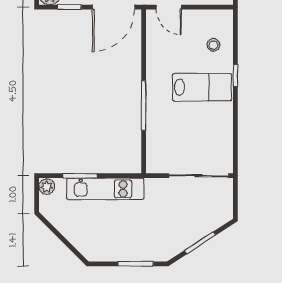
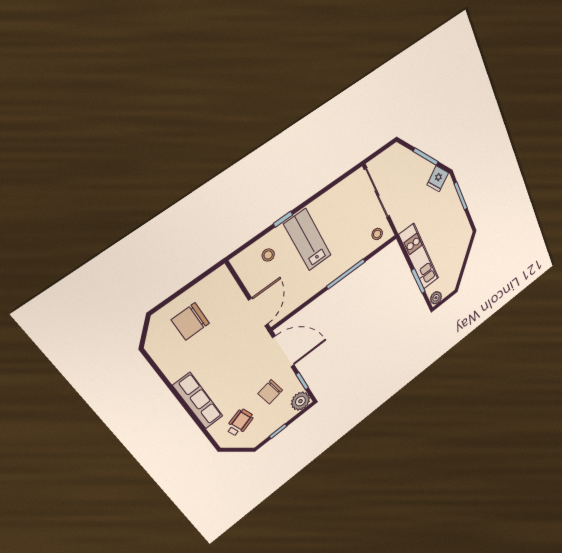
door: (169, 7) -> (258, 312), width x1.38
stool: (160, 156) -> (377, 234), added
fridge: (170, 246) -> (438, 179), added

